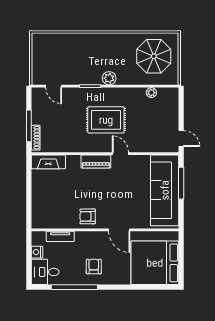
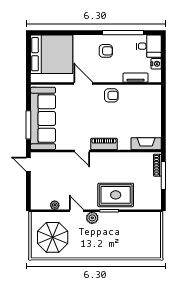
door: (54, 86) -> (76, 211), moved
rug: (106, 120) -> (116, 195), moved
armchair: (94, 267) -> (106, 51), turned -90

